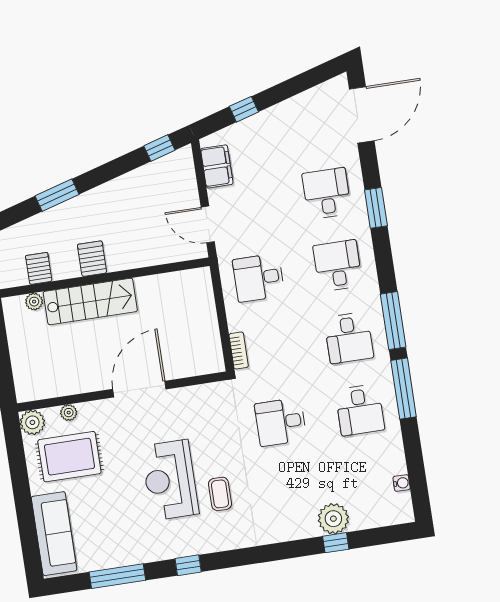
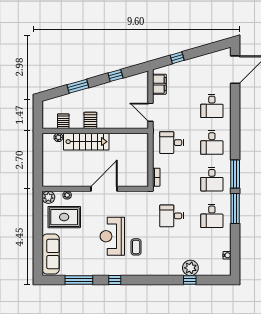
window: (159, 148) -> (115, 76), moved
desk: (327, 193) -> (212, 106), turned 180
window: (376, 208) -> (235, 117), removed
desk: (338, 266) -> (212, 143), turned 180

